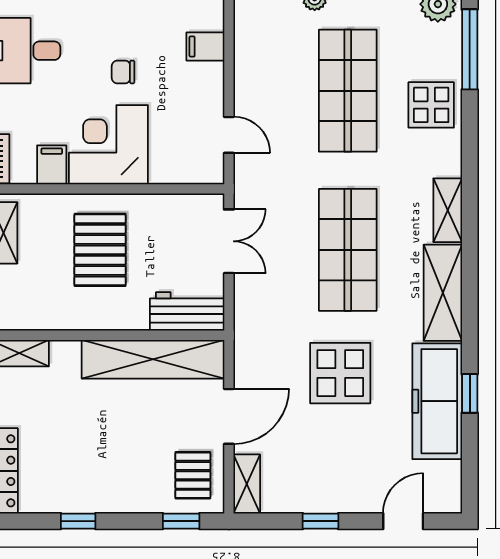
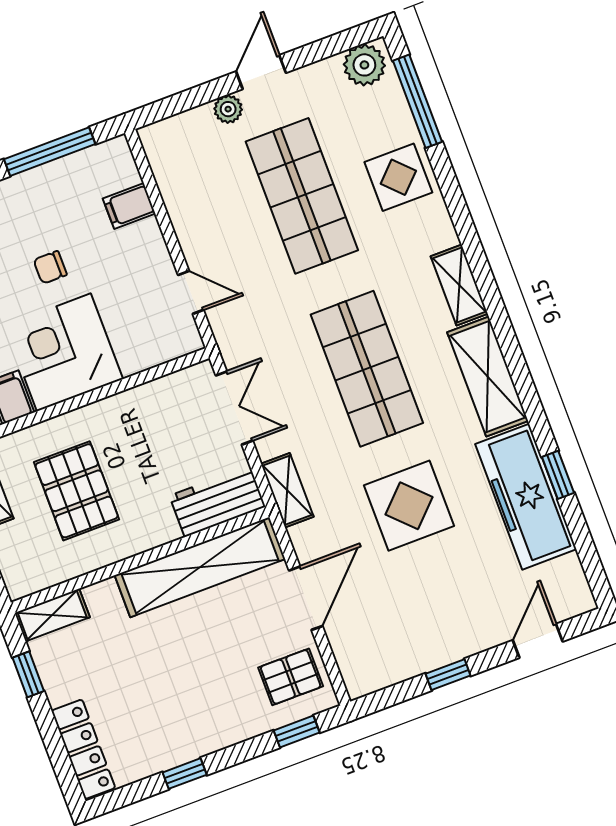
pallet: (100, 250) -> (77, 491), moved
pallet: (193, 475) -> (291, 677), turned 90
shelving: (247, 484) -> (287, 490), moved

